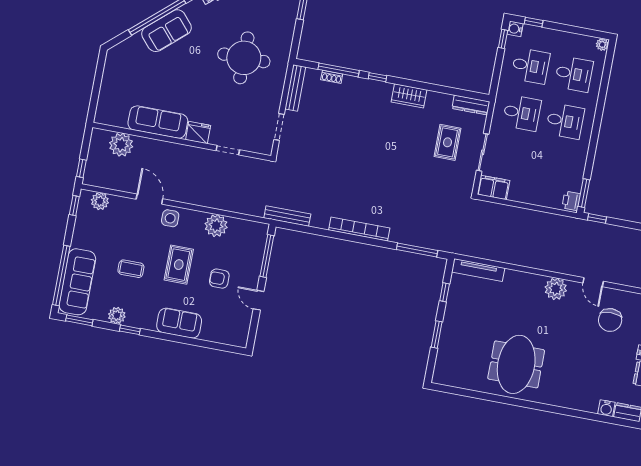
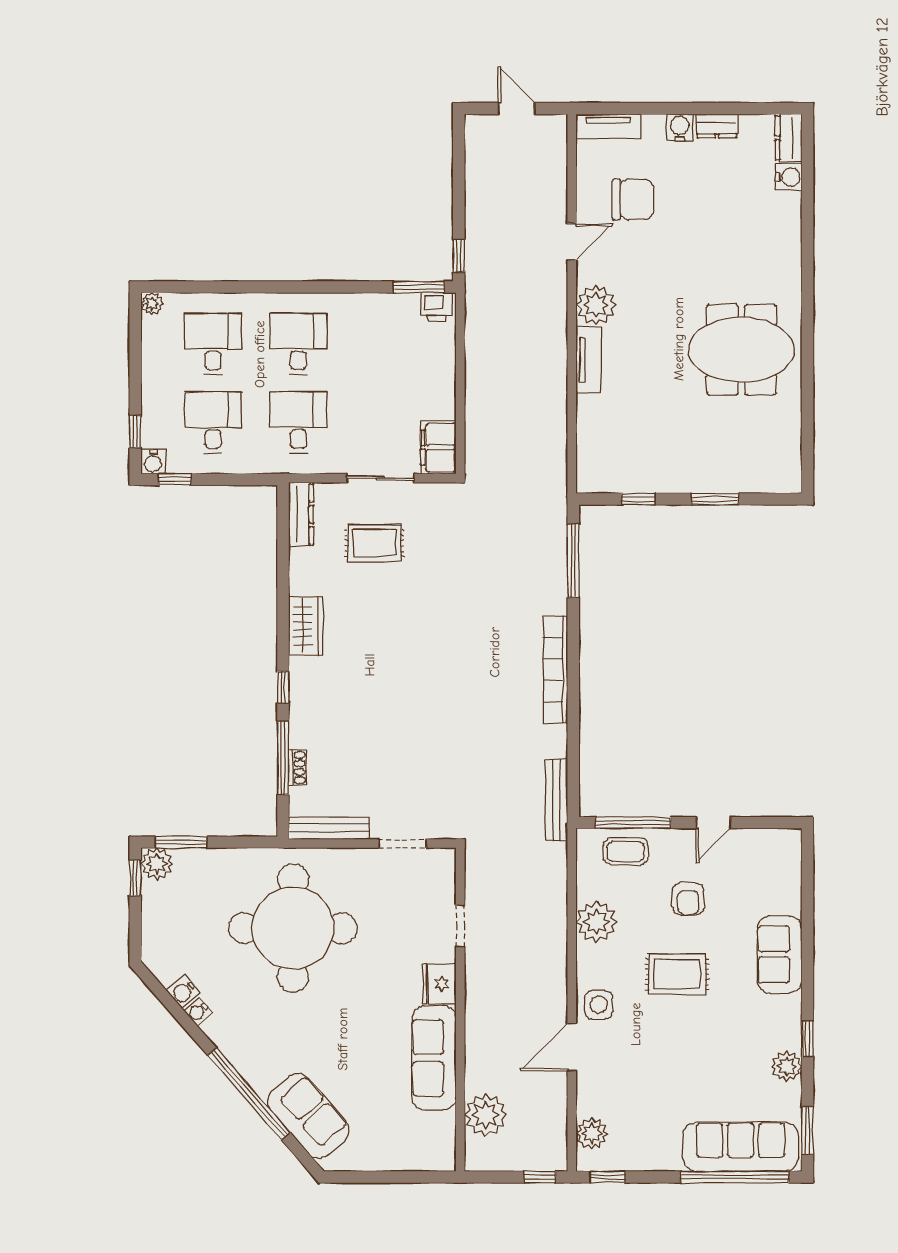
sofa: (166, 31) -> (308, 1116), moved
round table: (244, 58) -> (293, 928), width x1.36, depth x1.36
coffee table: (131, 269) -> (626, 851), moved, turned 90
tv unit: (478, 270) -> (588, 360), moved, width x0.71

